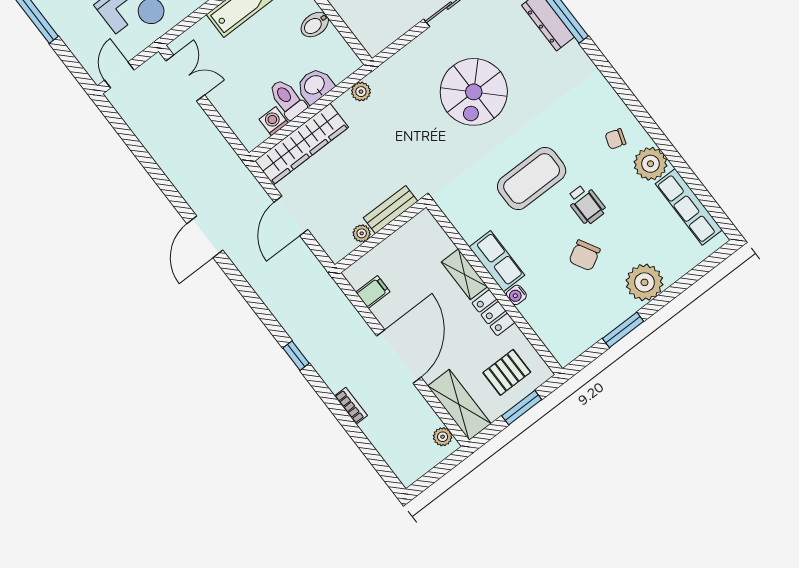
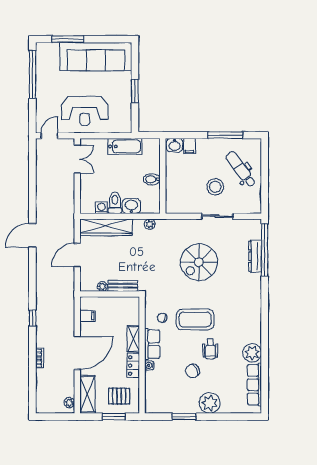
chair: (615, 139) -> (162, 318), moved

